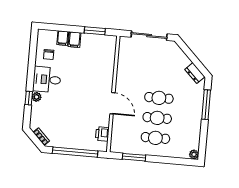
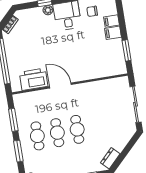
door: (112, 103) -> (60, 86), swing flipped
printer: (102, 134) -> (34, 79), width x1.87, depth x1.48
window: (165, 160) -> (18, 151), added

